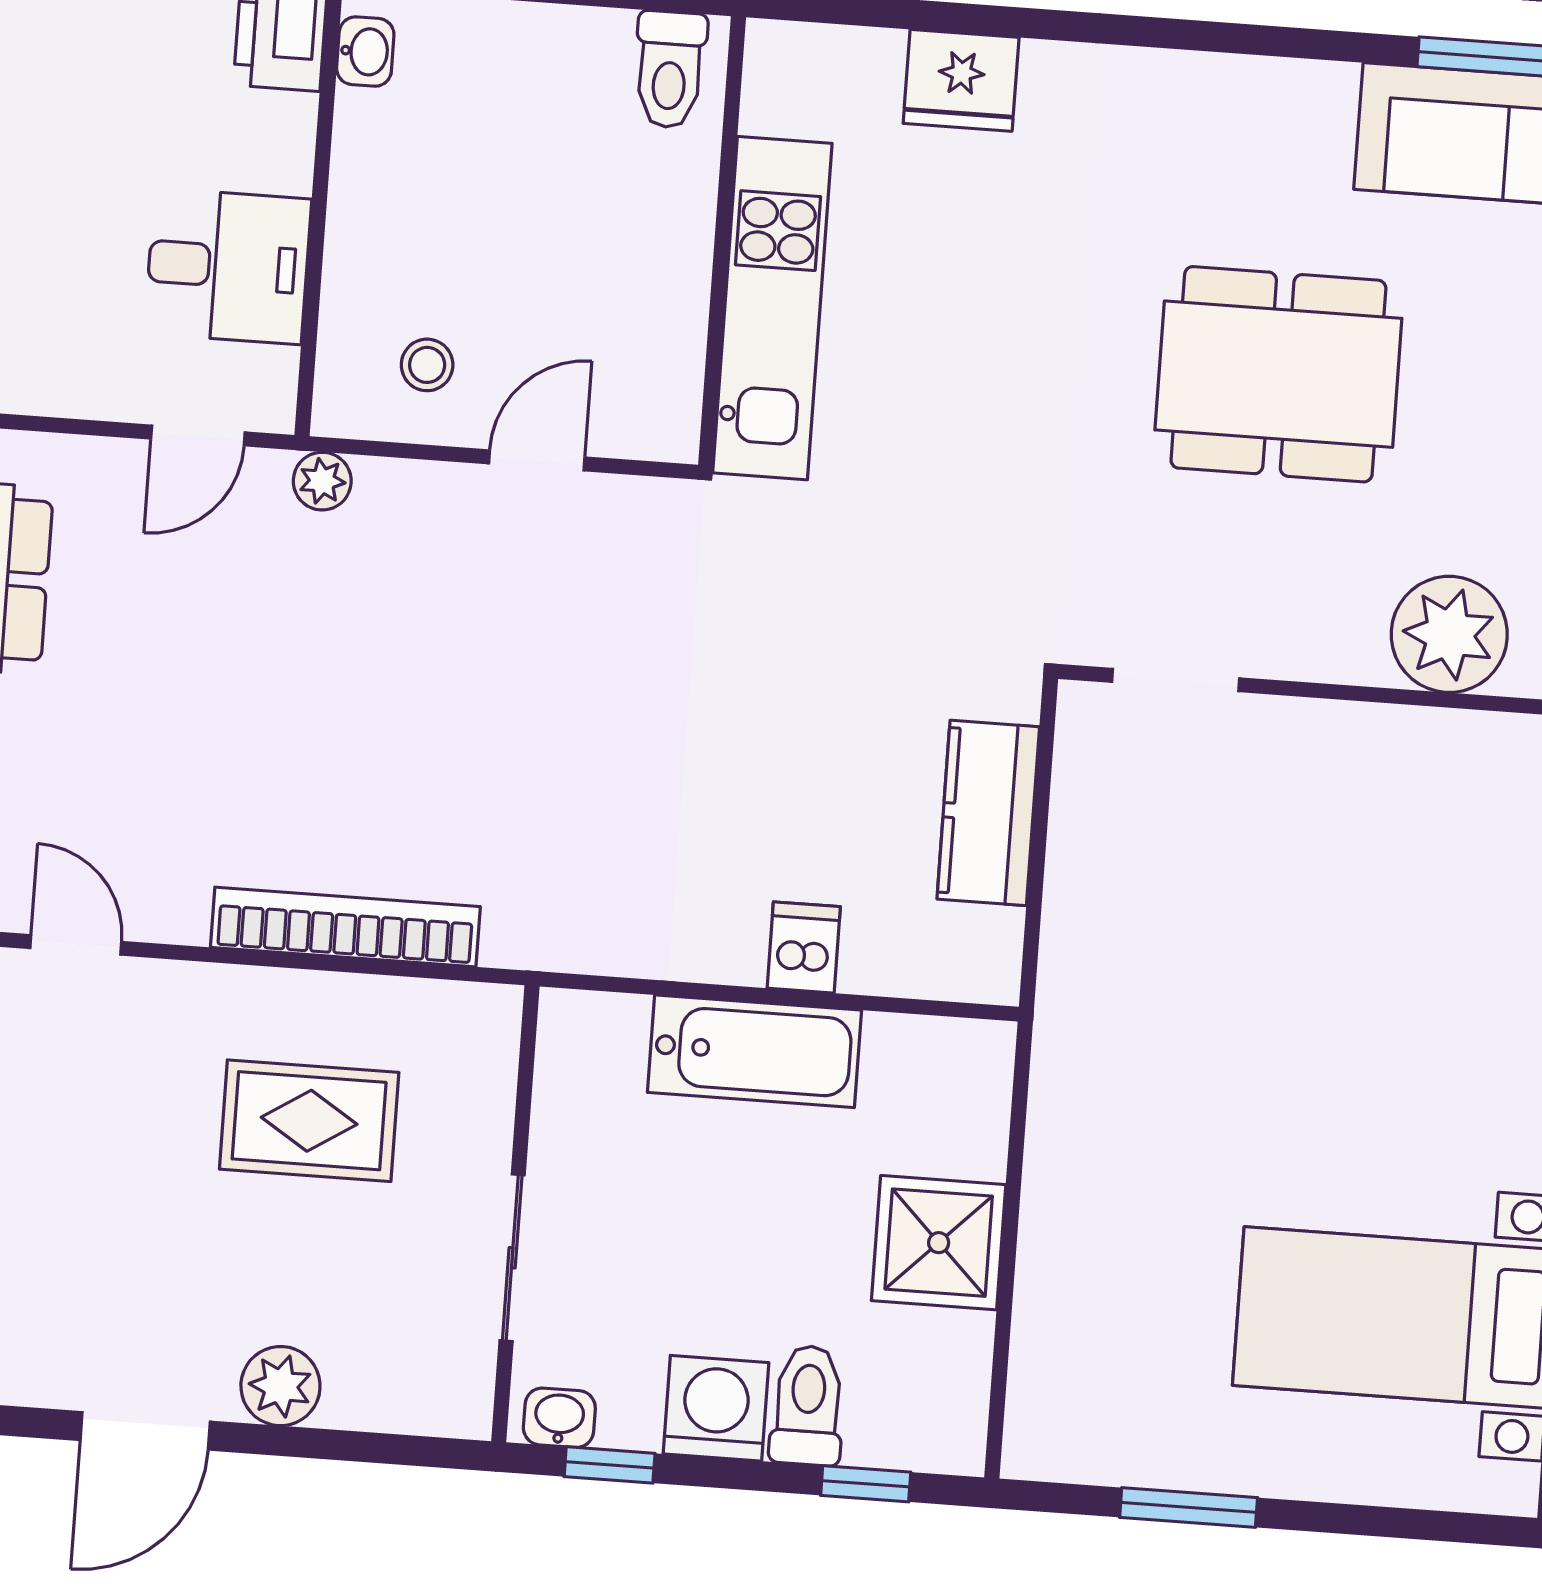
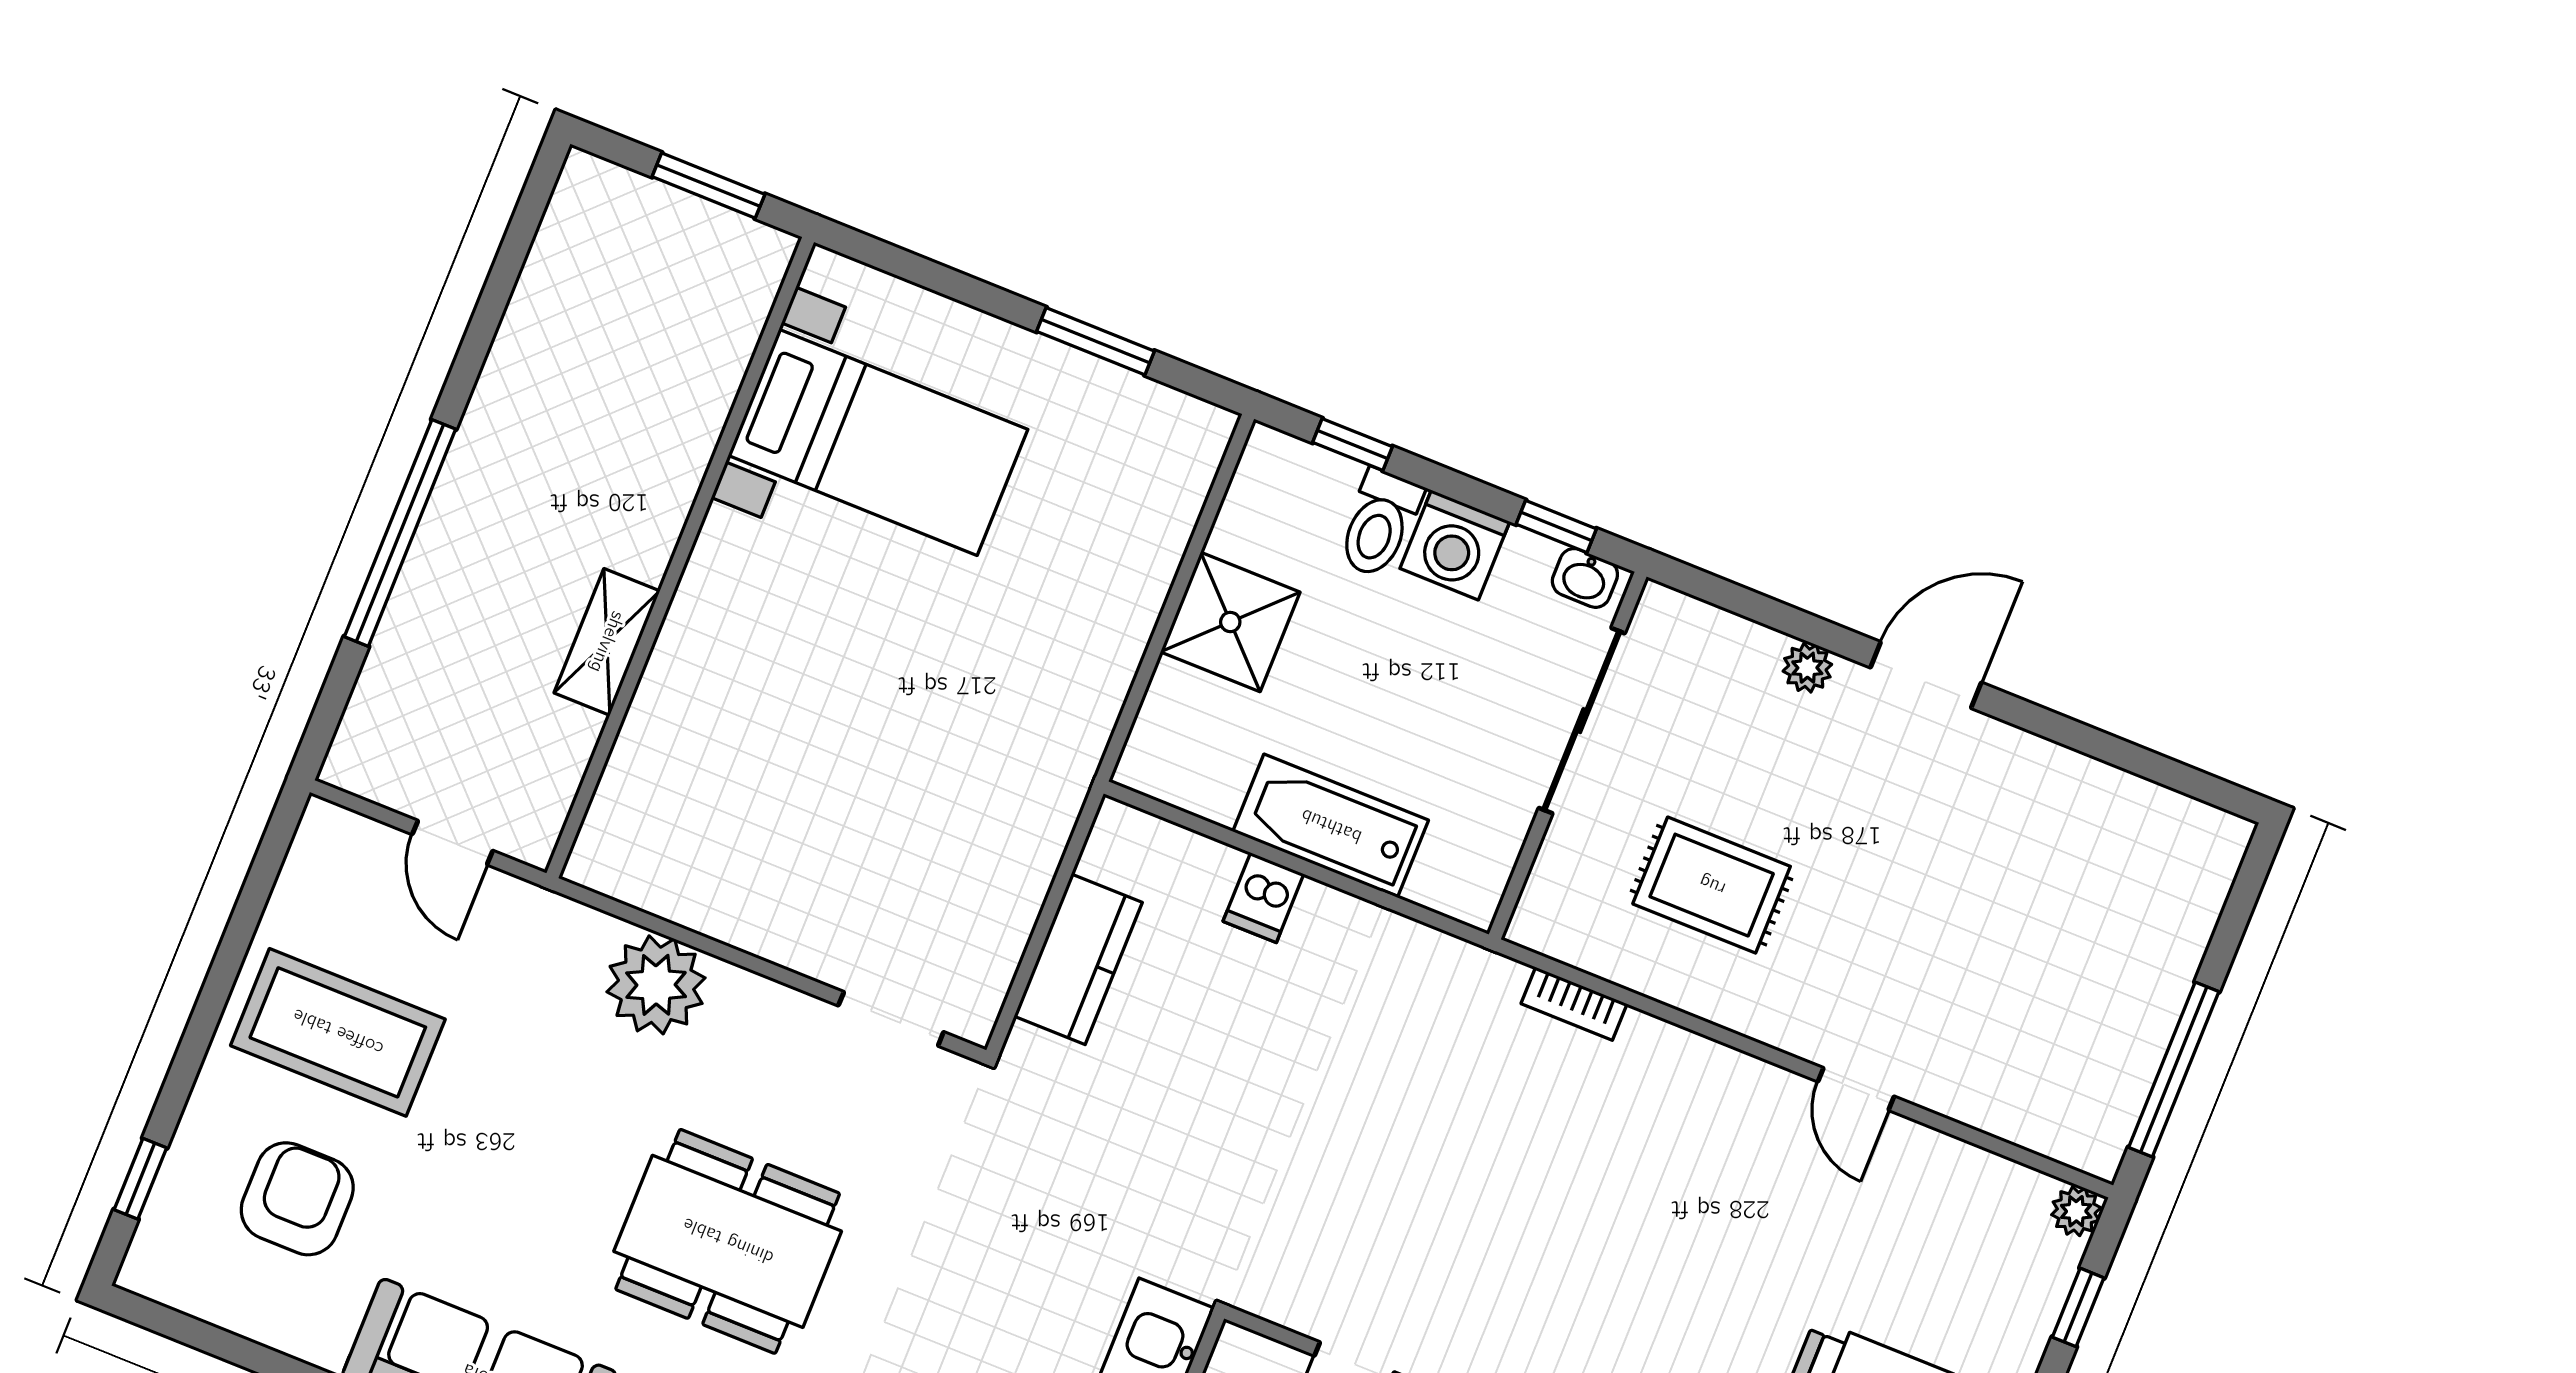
bookcase: (345, 927) -> (1574, 1004), width x0.43, depth x0.76
sliding door: (512, 1258) -> (1582, 721), width x1.37
plant: (280, 1386) -> (1807, 668), width x0.73, depth x0.73

